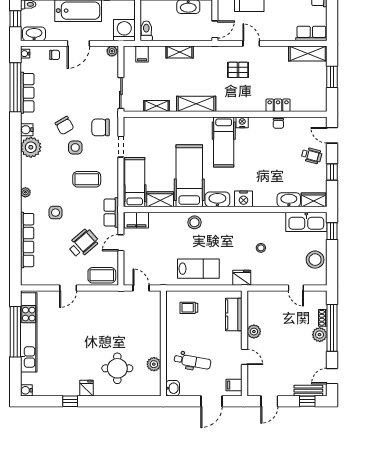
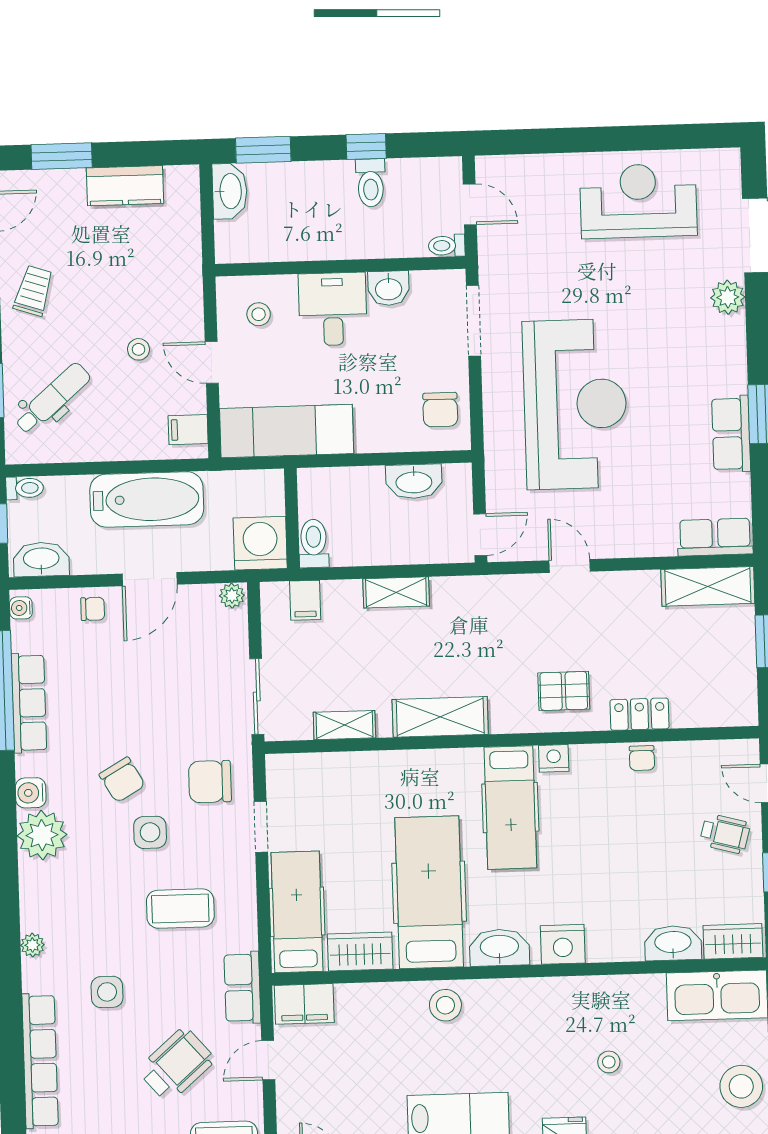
pallet: (238, 70) -> (564, 691), moved

